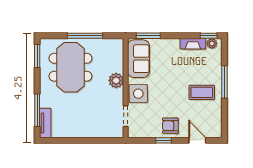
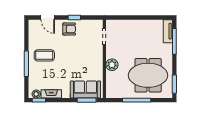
sofa: (138, 59) -> (85, 89), moved, turned 90
meeting table: (70, 67) -> (148, 75), turned 90
side table: (138, 94) -> (94, 54), removed

